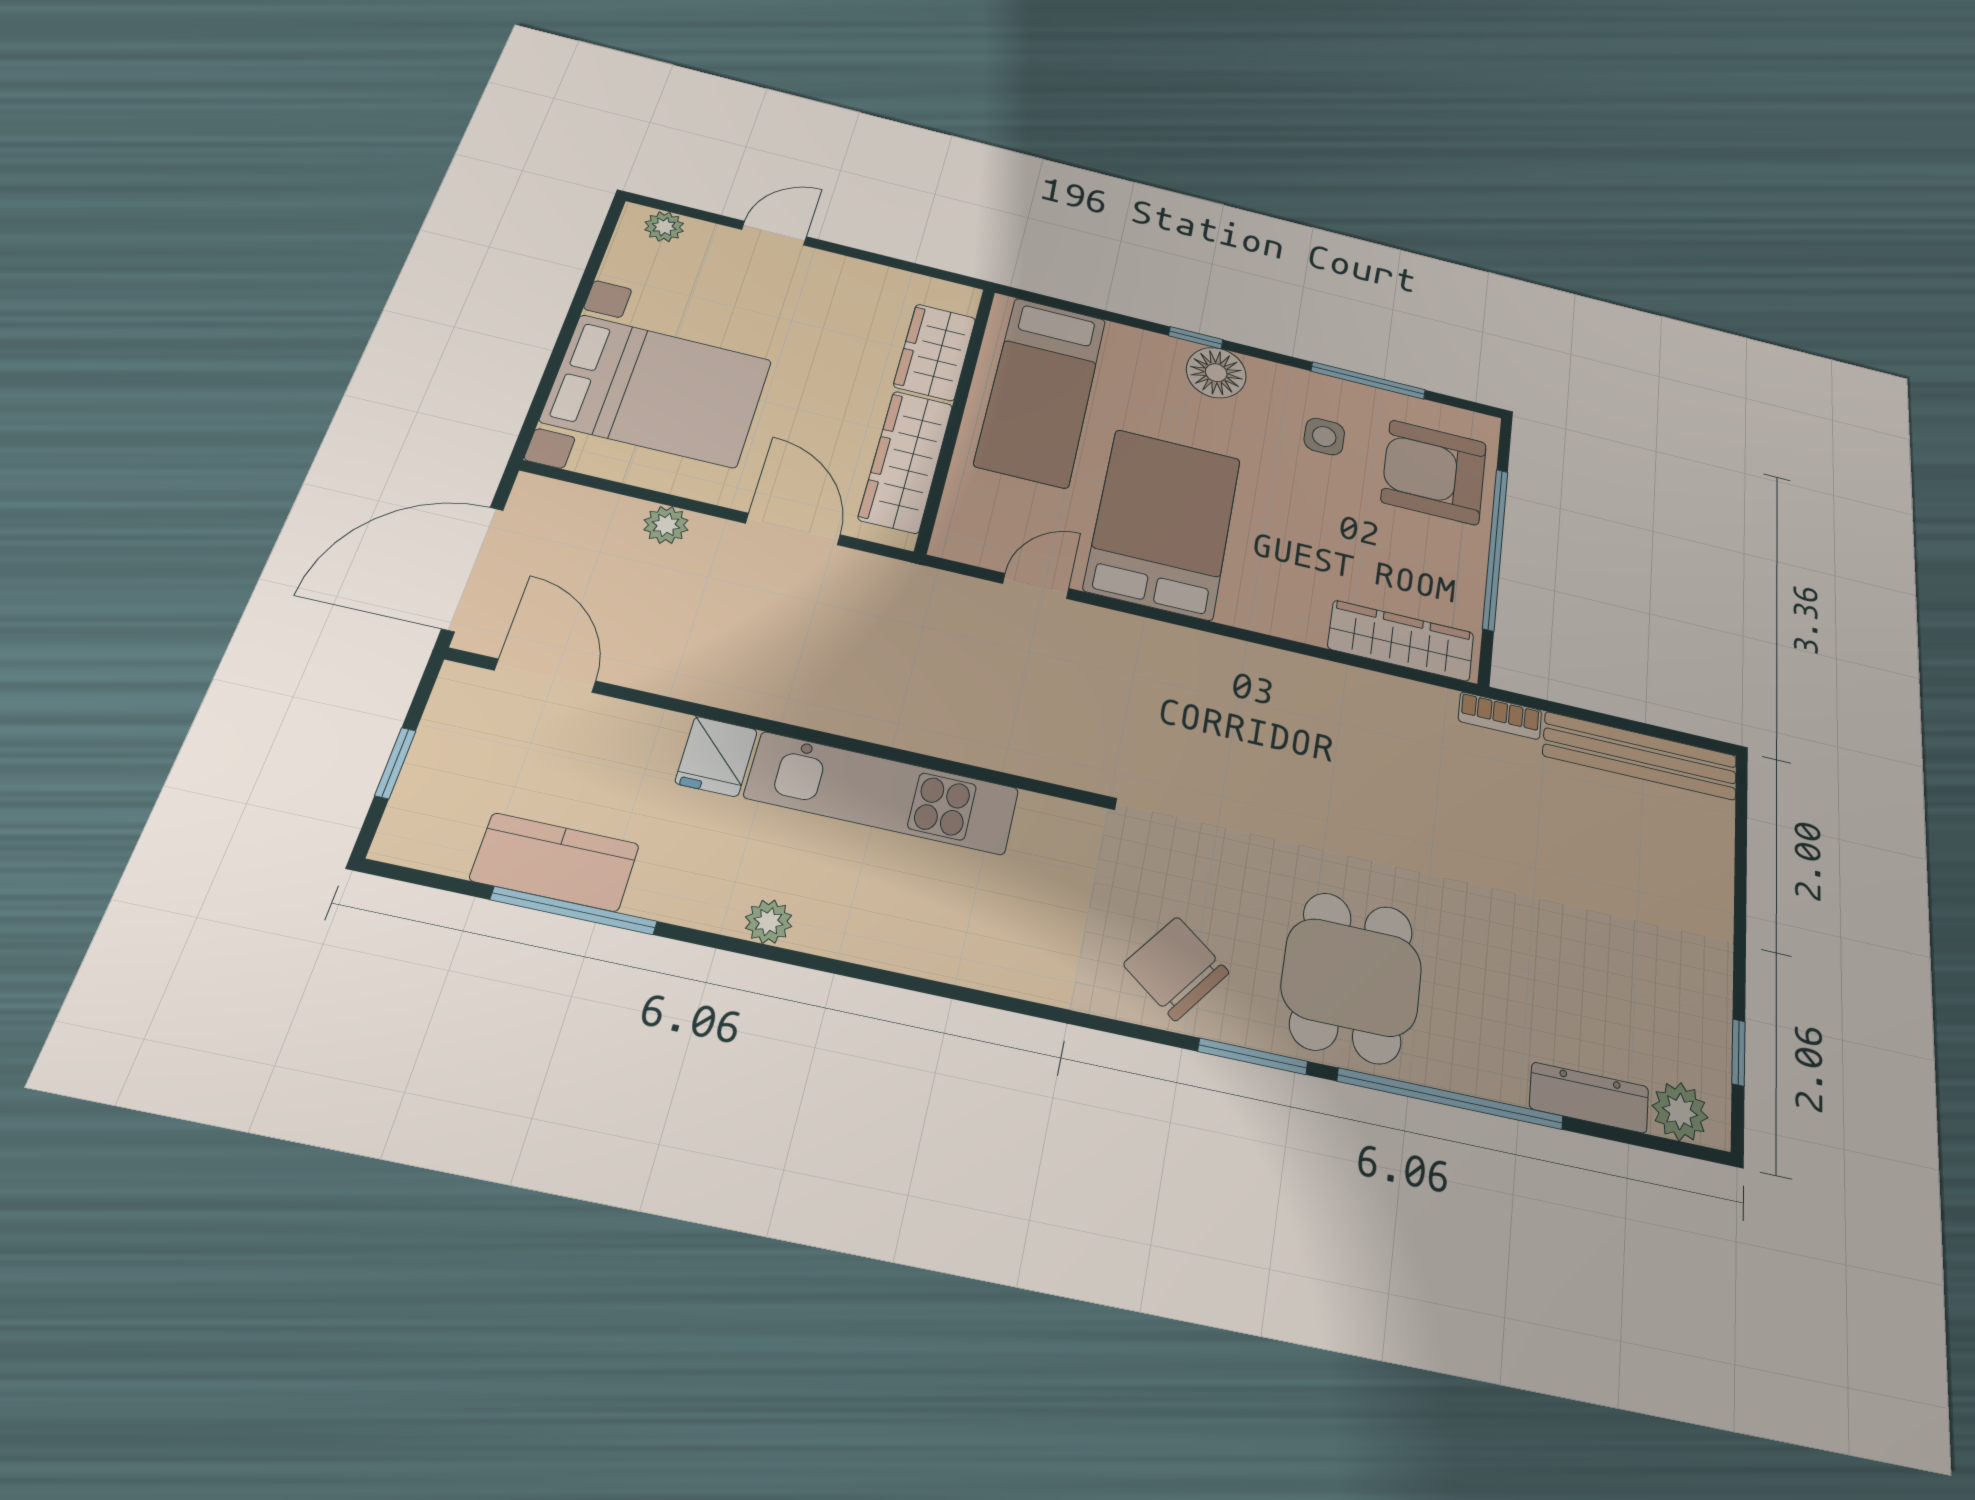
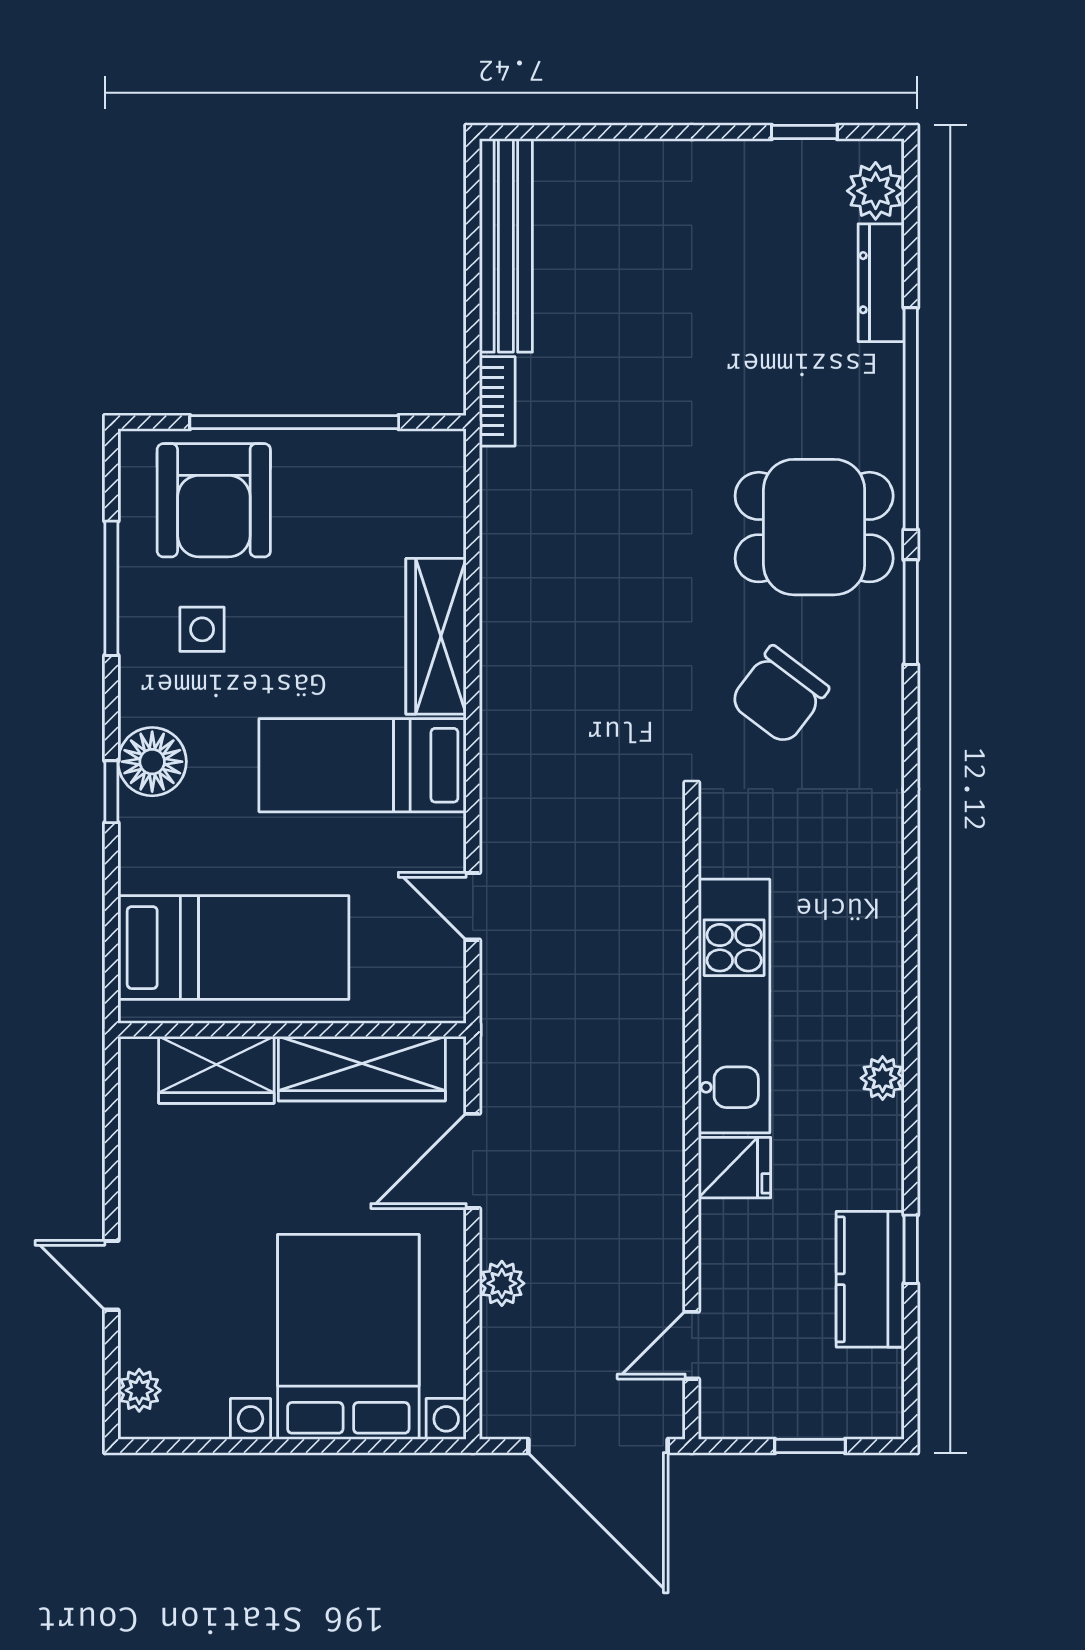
bed: (1163, 523) -> (363, 765), width x0.67
wardrobe: (1401, 641) -> (436, 636), moved
door: (545, 676) -> (692, 1345), width x0.73
window: (574, 911) -> (911, 1249), width x0.46
chair: (1176, 968) -> (779, 695), moved

